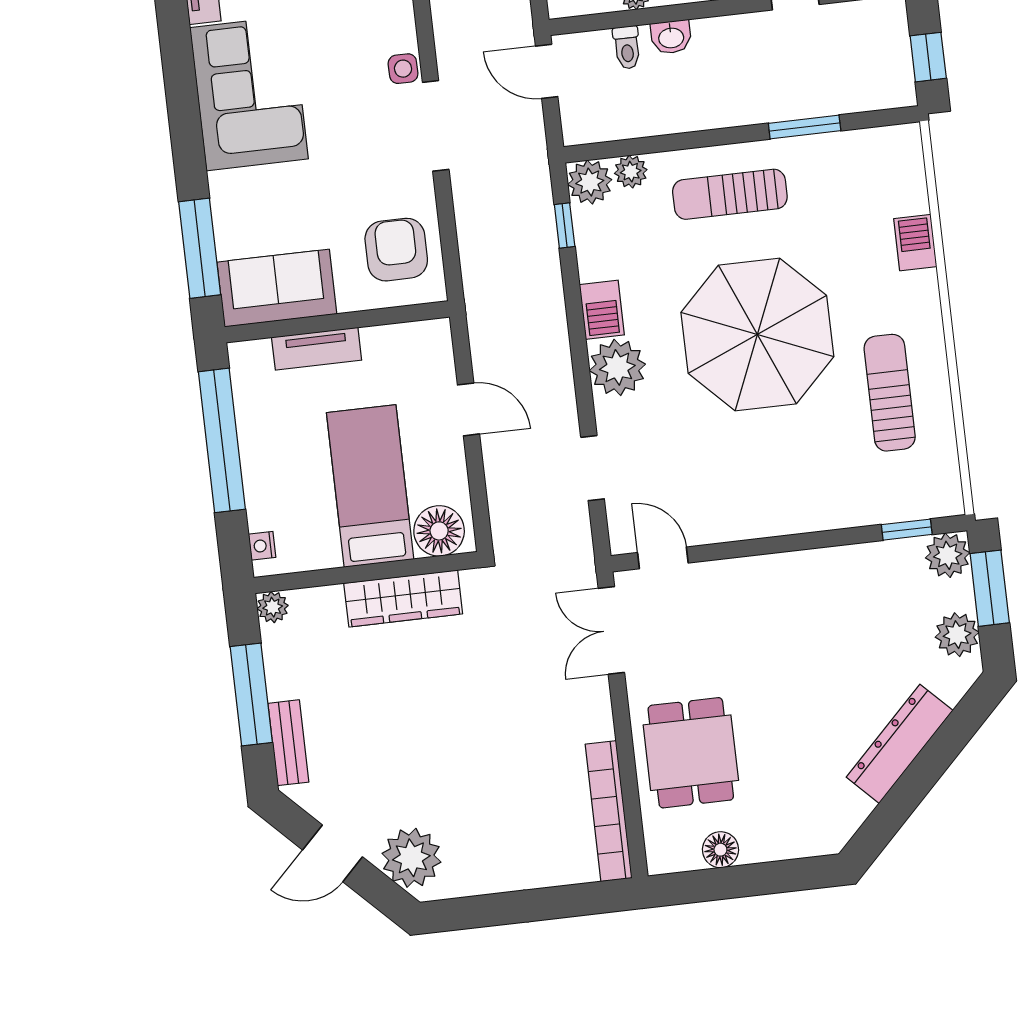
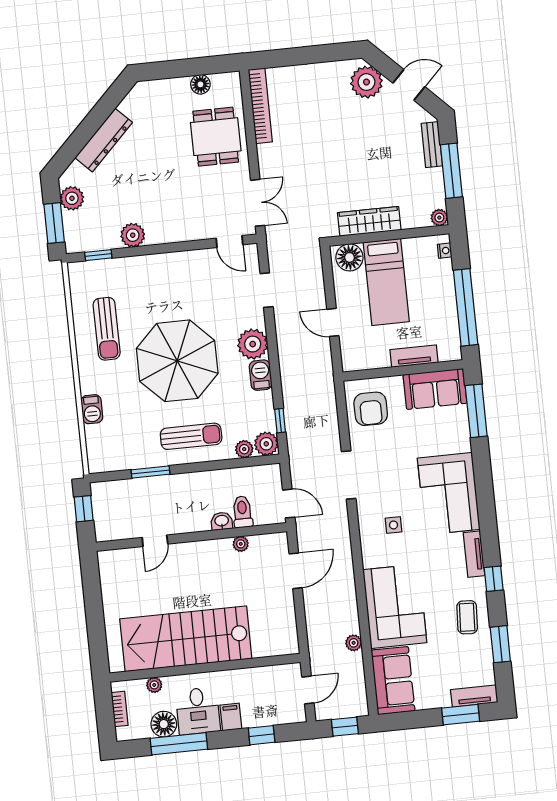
toilet: (627, 47) -> (242, 512), width x1.37, depth x1.39
side table: (403, 69) -> (394, 525), moved
plant: (948, 555) -> (133, 235), moved

